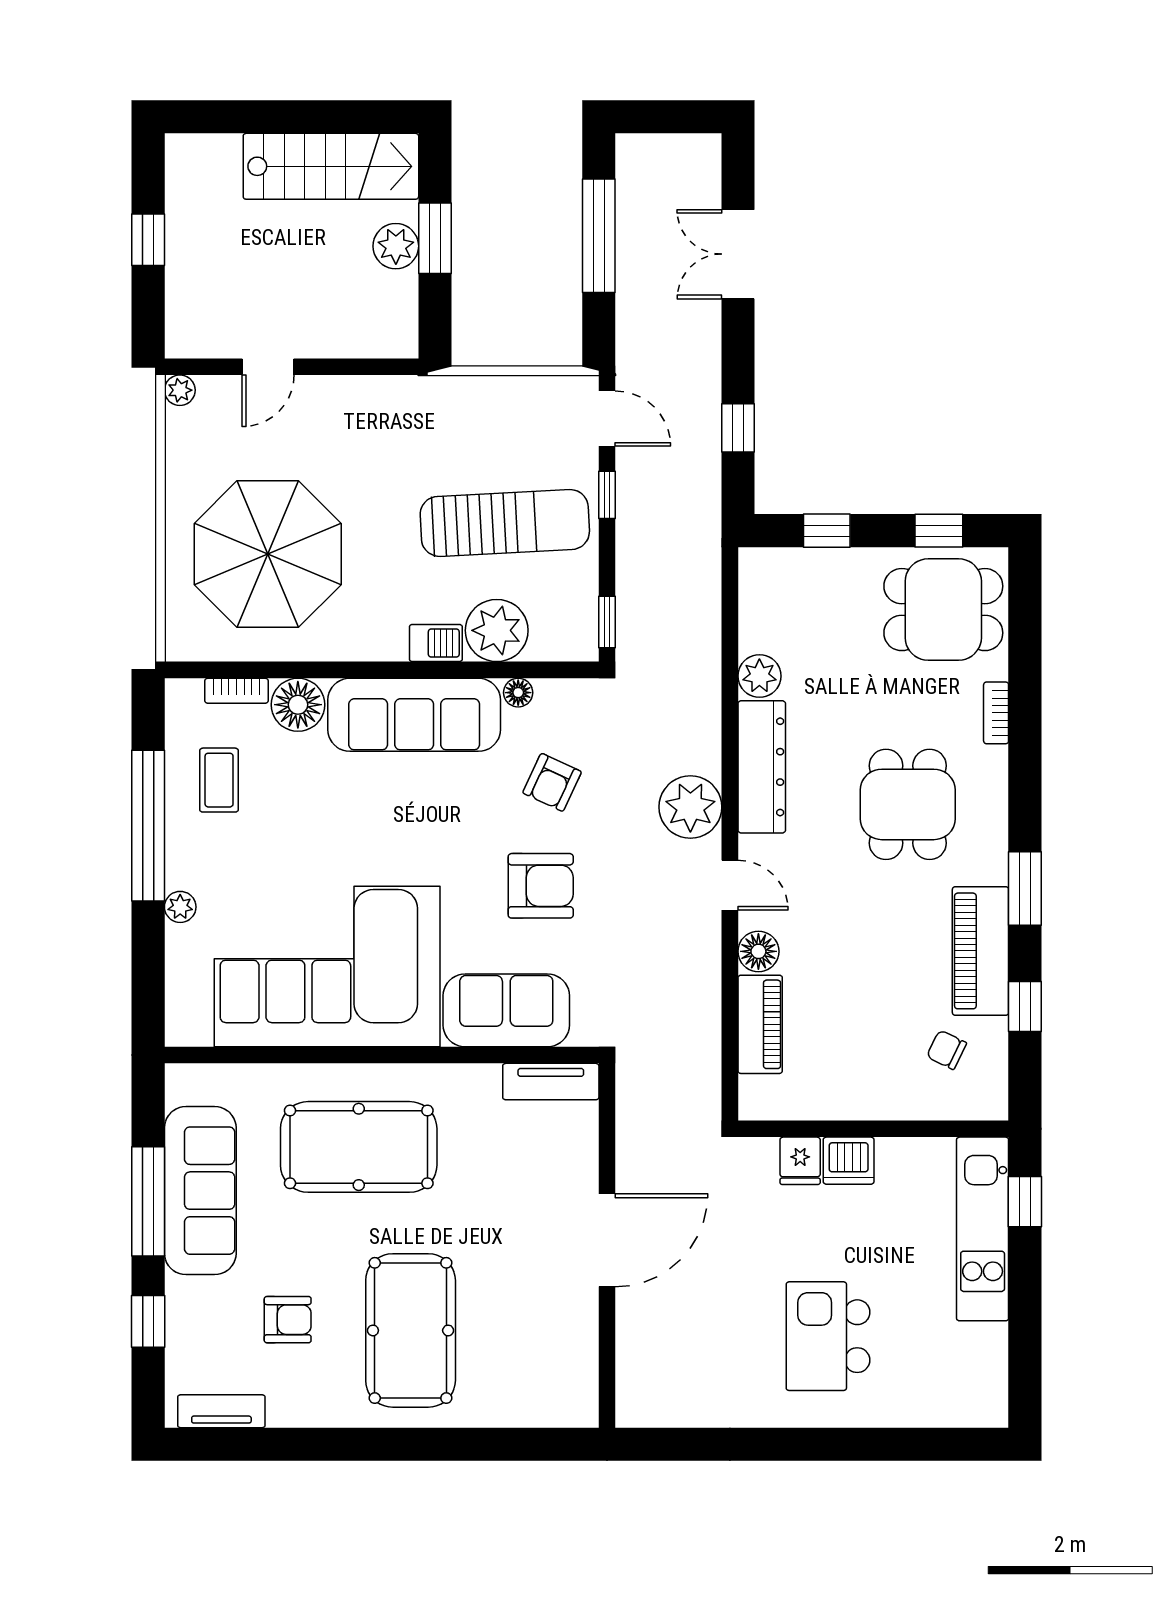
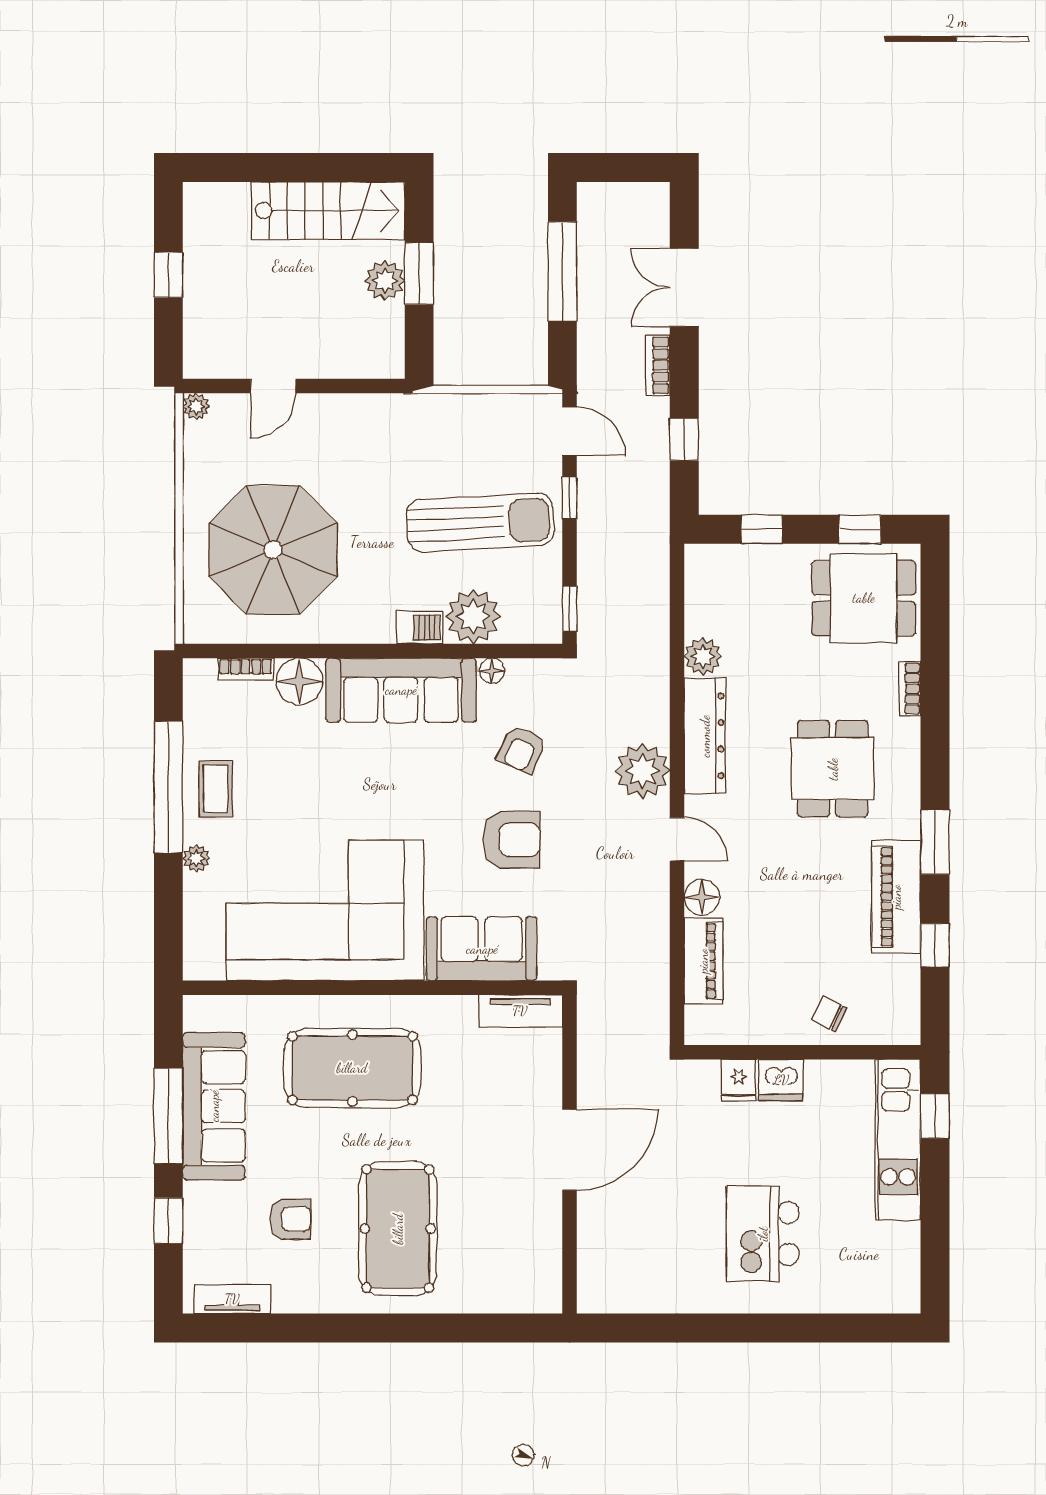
bookcase: (708, 343) -> (658, 365), added
coffee table: (219, 780) -> (216, 789), moved
chair: (947, 1050) -> (829, 1014), moved

